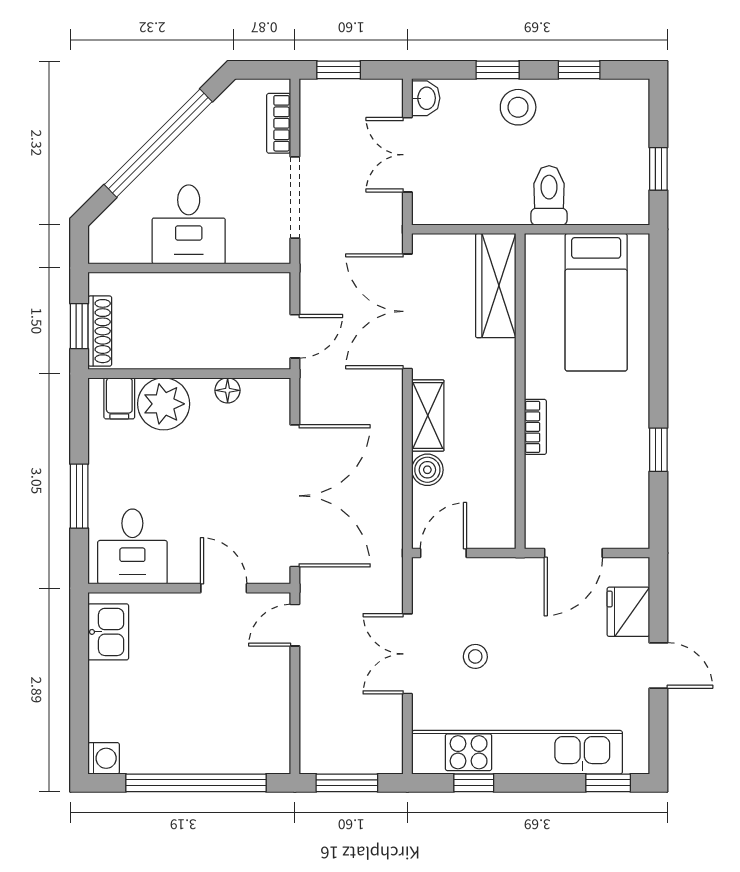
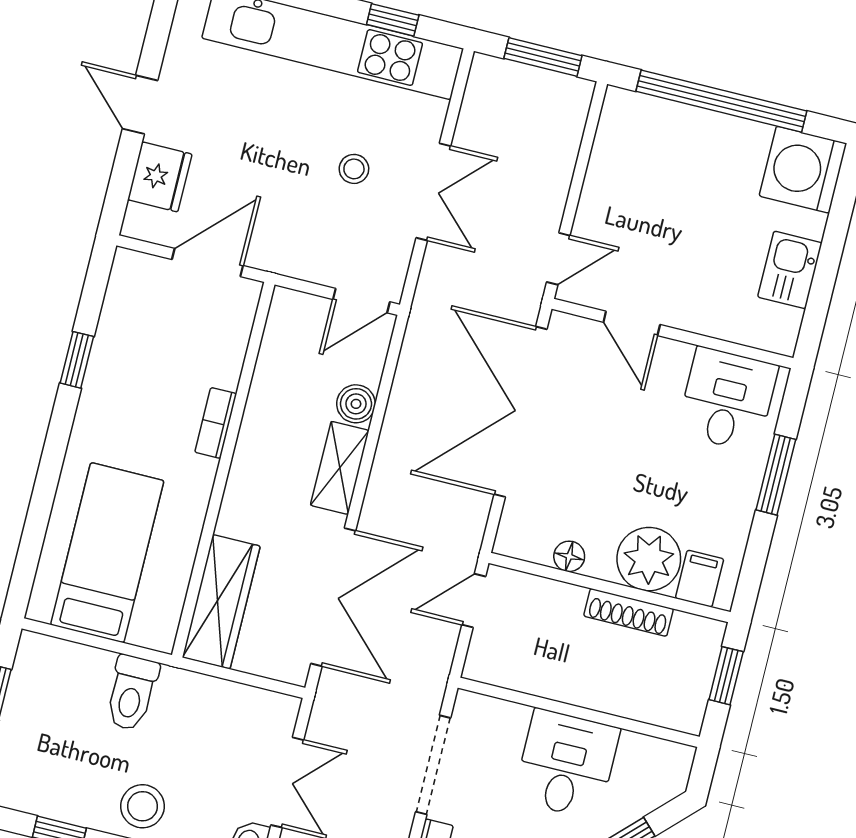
shoe rack: (100, 331) -> (629, 612), moved, turned -90
kitchen sink: (108, 632) -> (790, 270), moved
washing machine: (104, 758) -> (803, 170), width x1.89, depth x1.89

